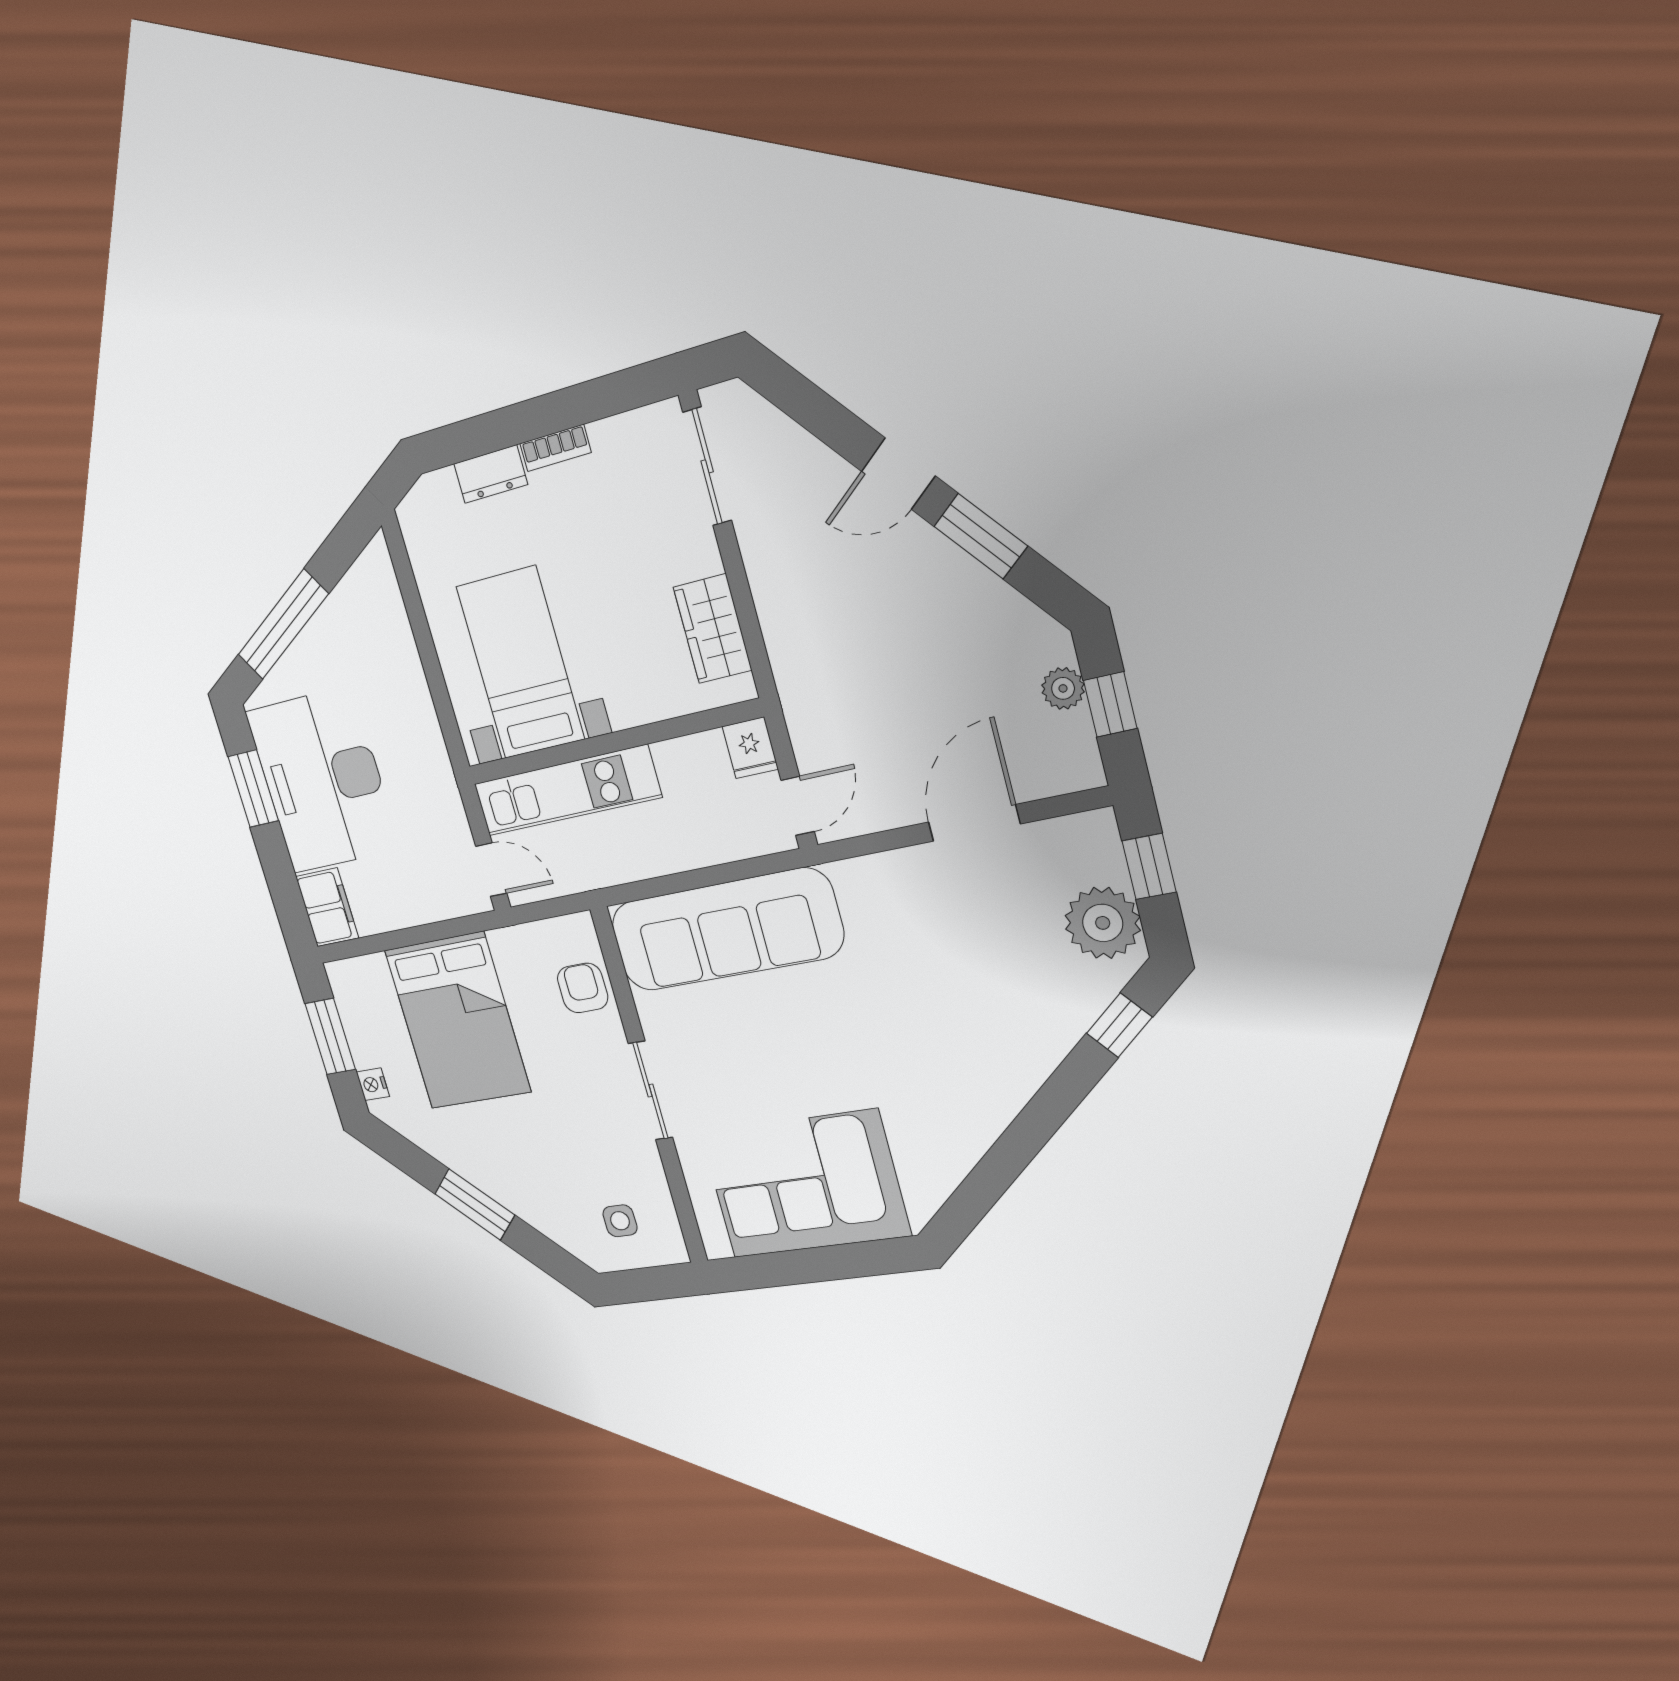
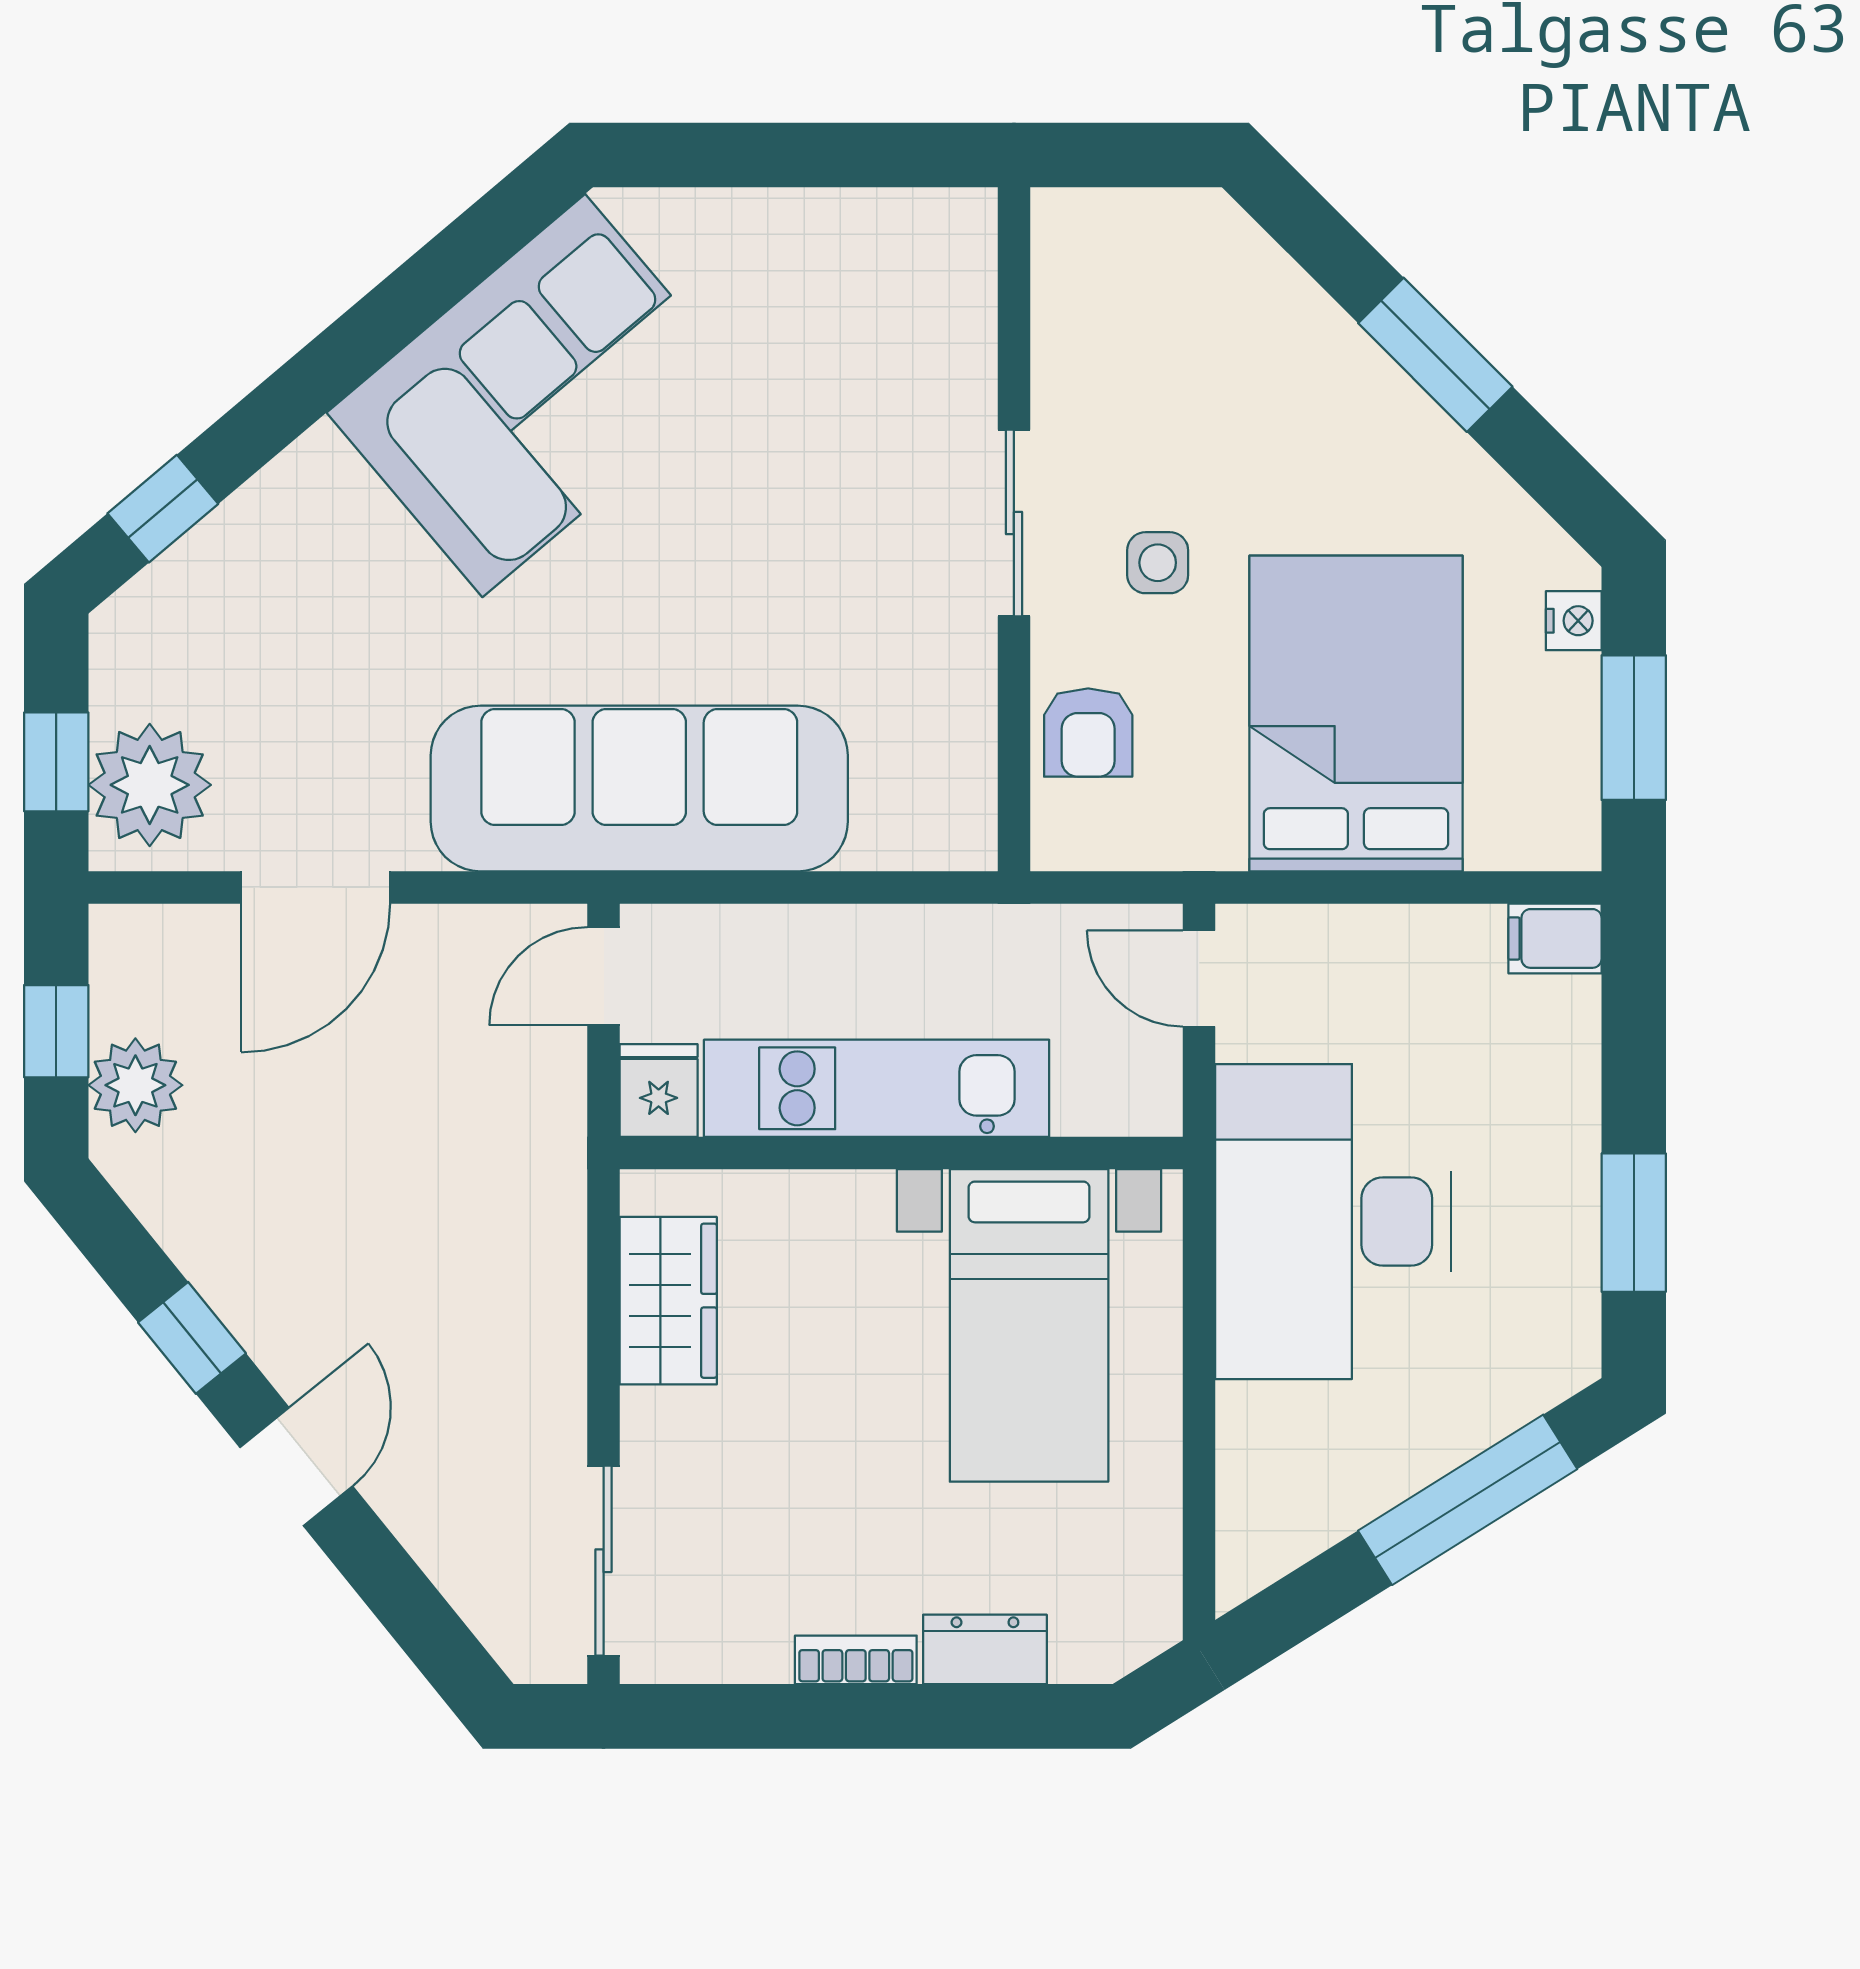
door: (898, 474) -> (296, 1467), hinge flipped
window: (981, 536) -> (192, 1338), width x0.67
plant: (1063, 688) -> (135, 1085), width x1.38, depth x1.38
desk: (323, 780) -> (1333, 1222), moved, turned 180
kitchen unit: (567, 791) -> (877, 1088), moved
filing cabinet: (327, 907) -> (1555, 938), width x0.50
plant: (1103, 923) -> (150, 785), moved
sofa: (726, 930) -> (639, 789), moved
corner sofa: (805, 1184) -> (534, 396), moved, turned -40
side table: (620, 1221) -> (1158, 563), moved

